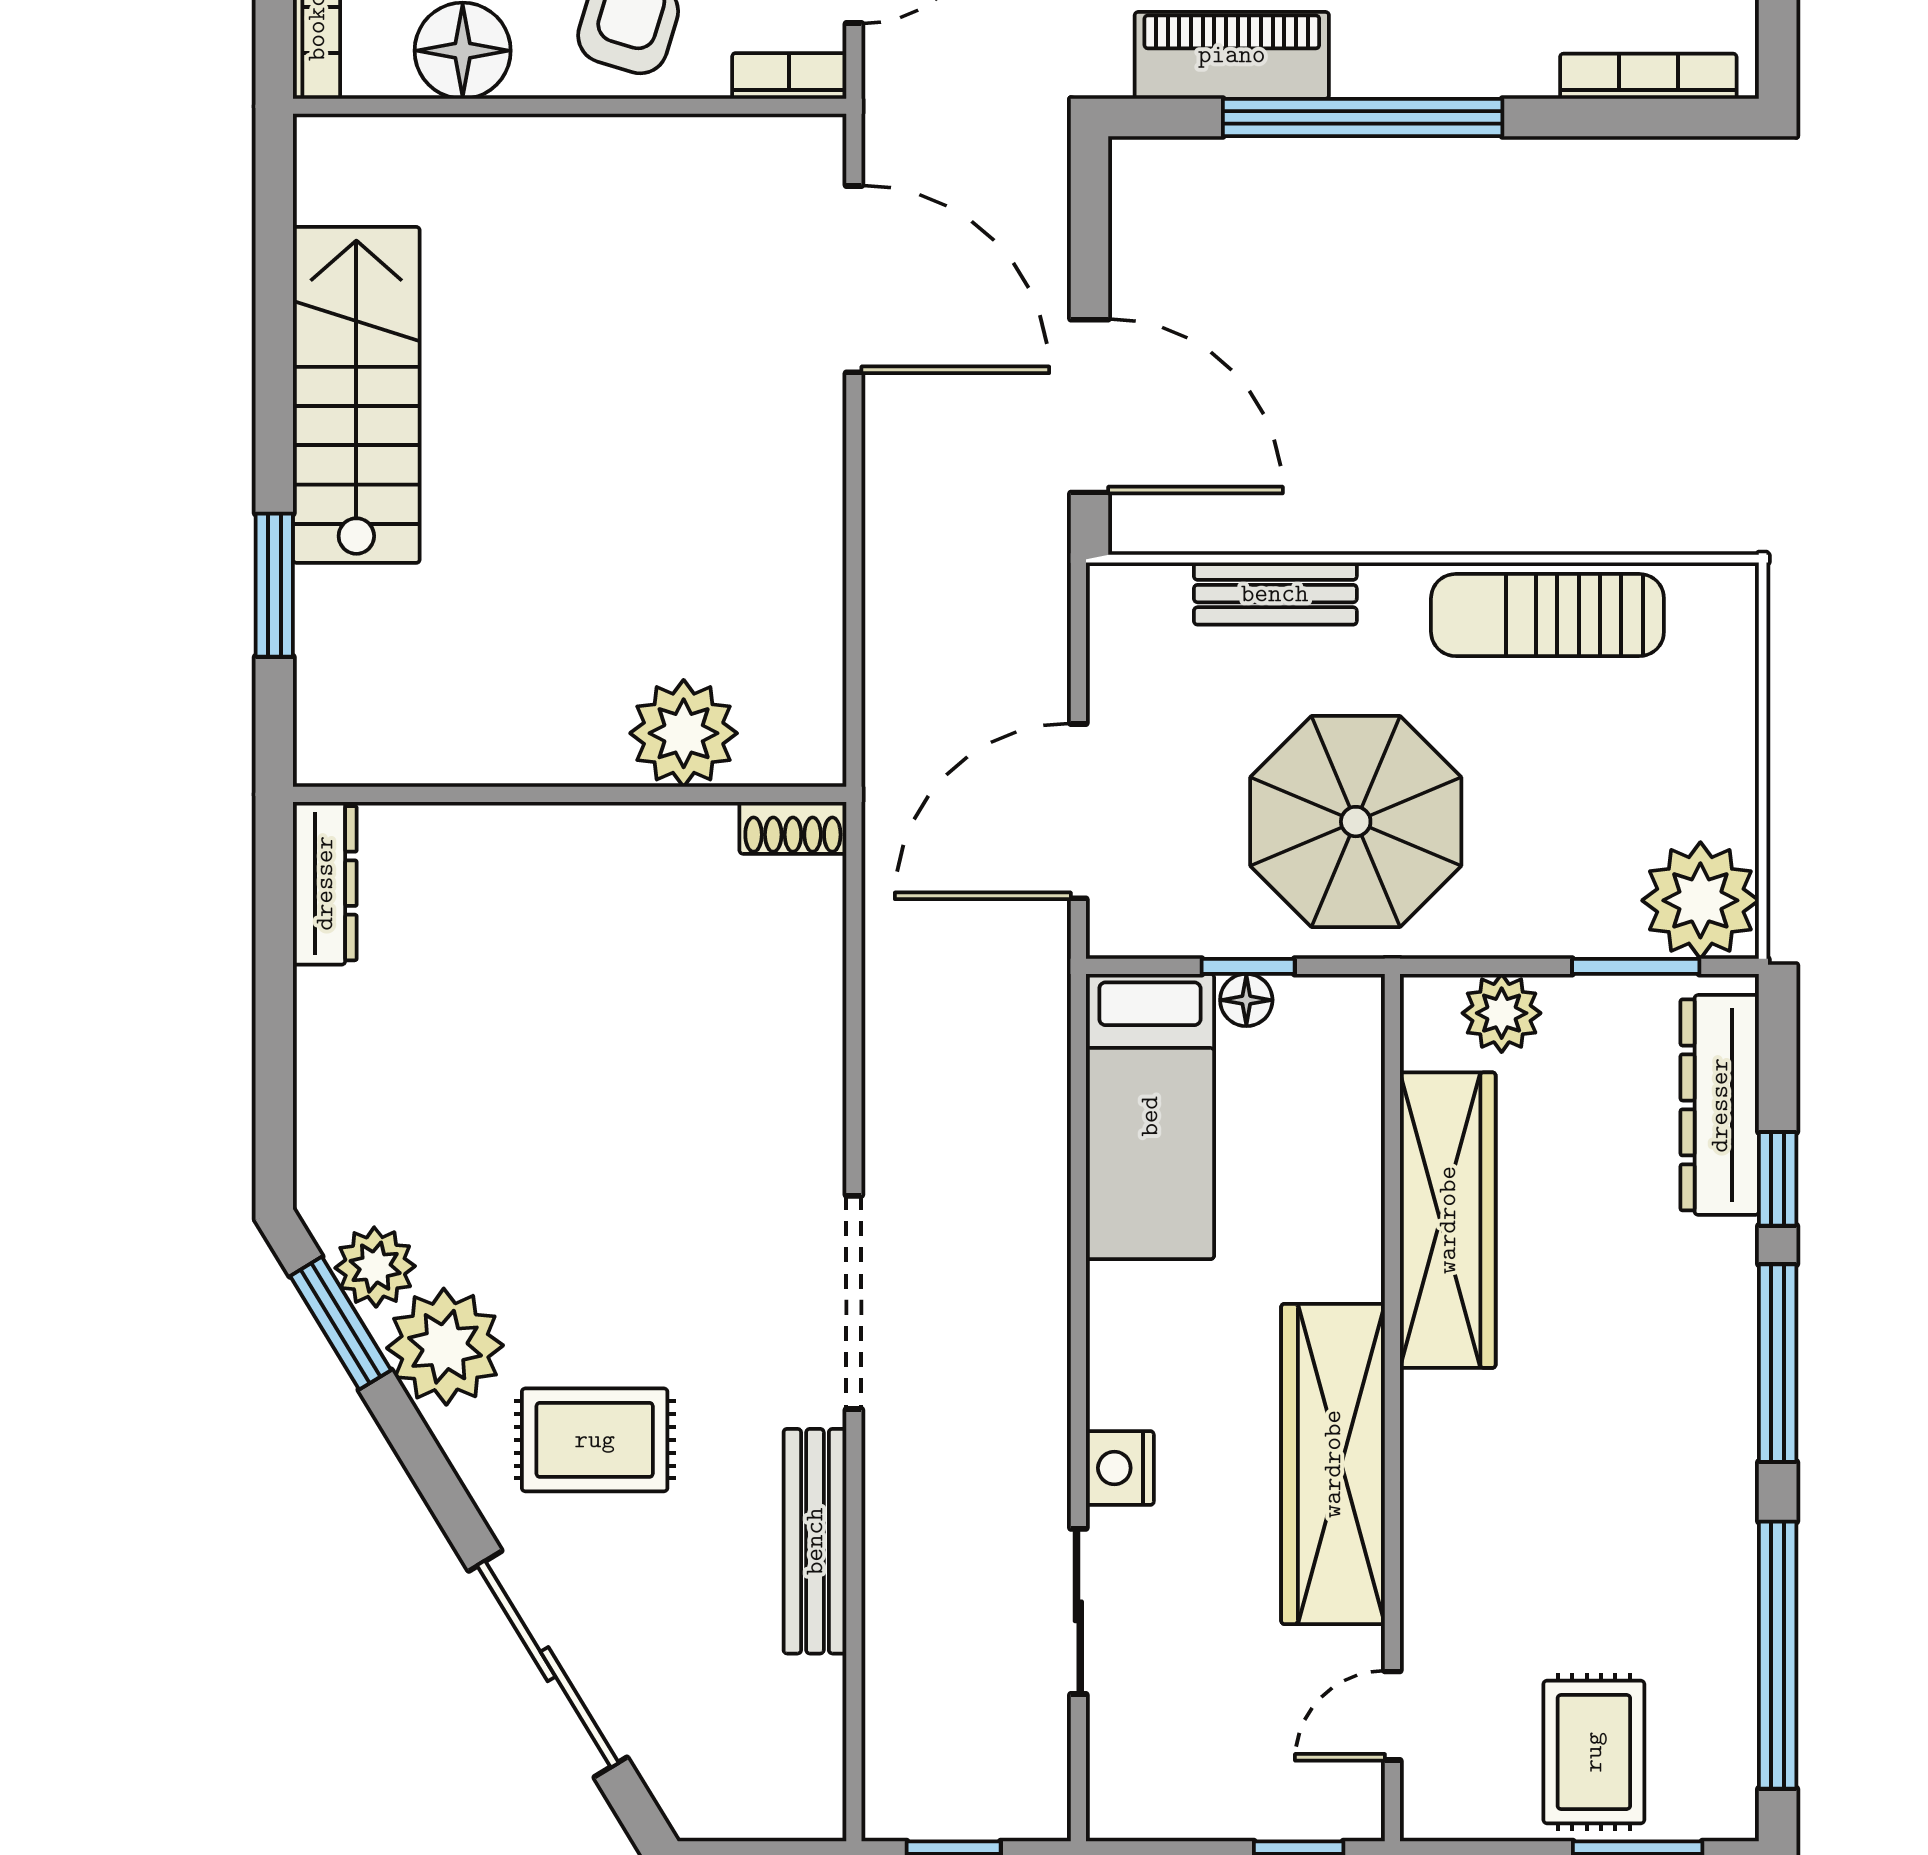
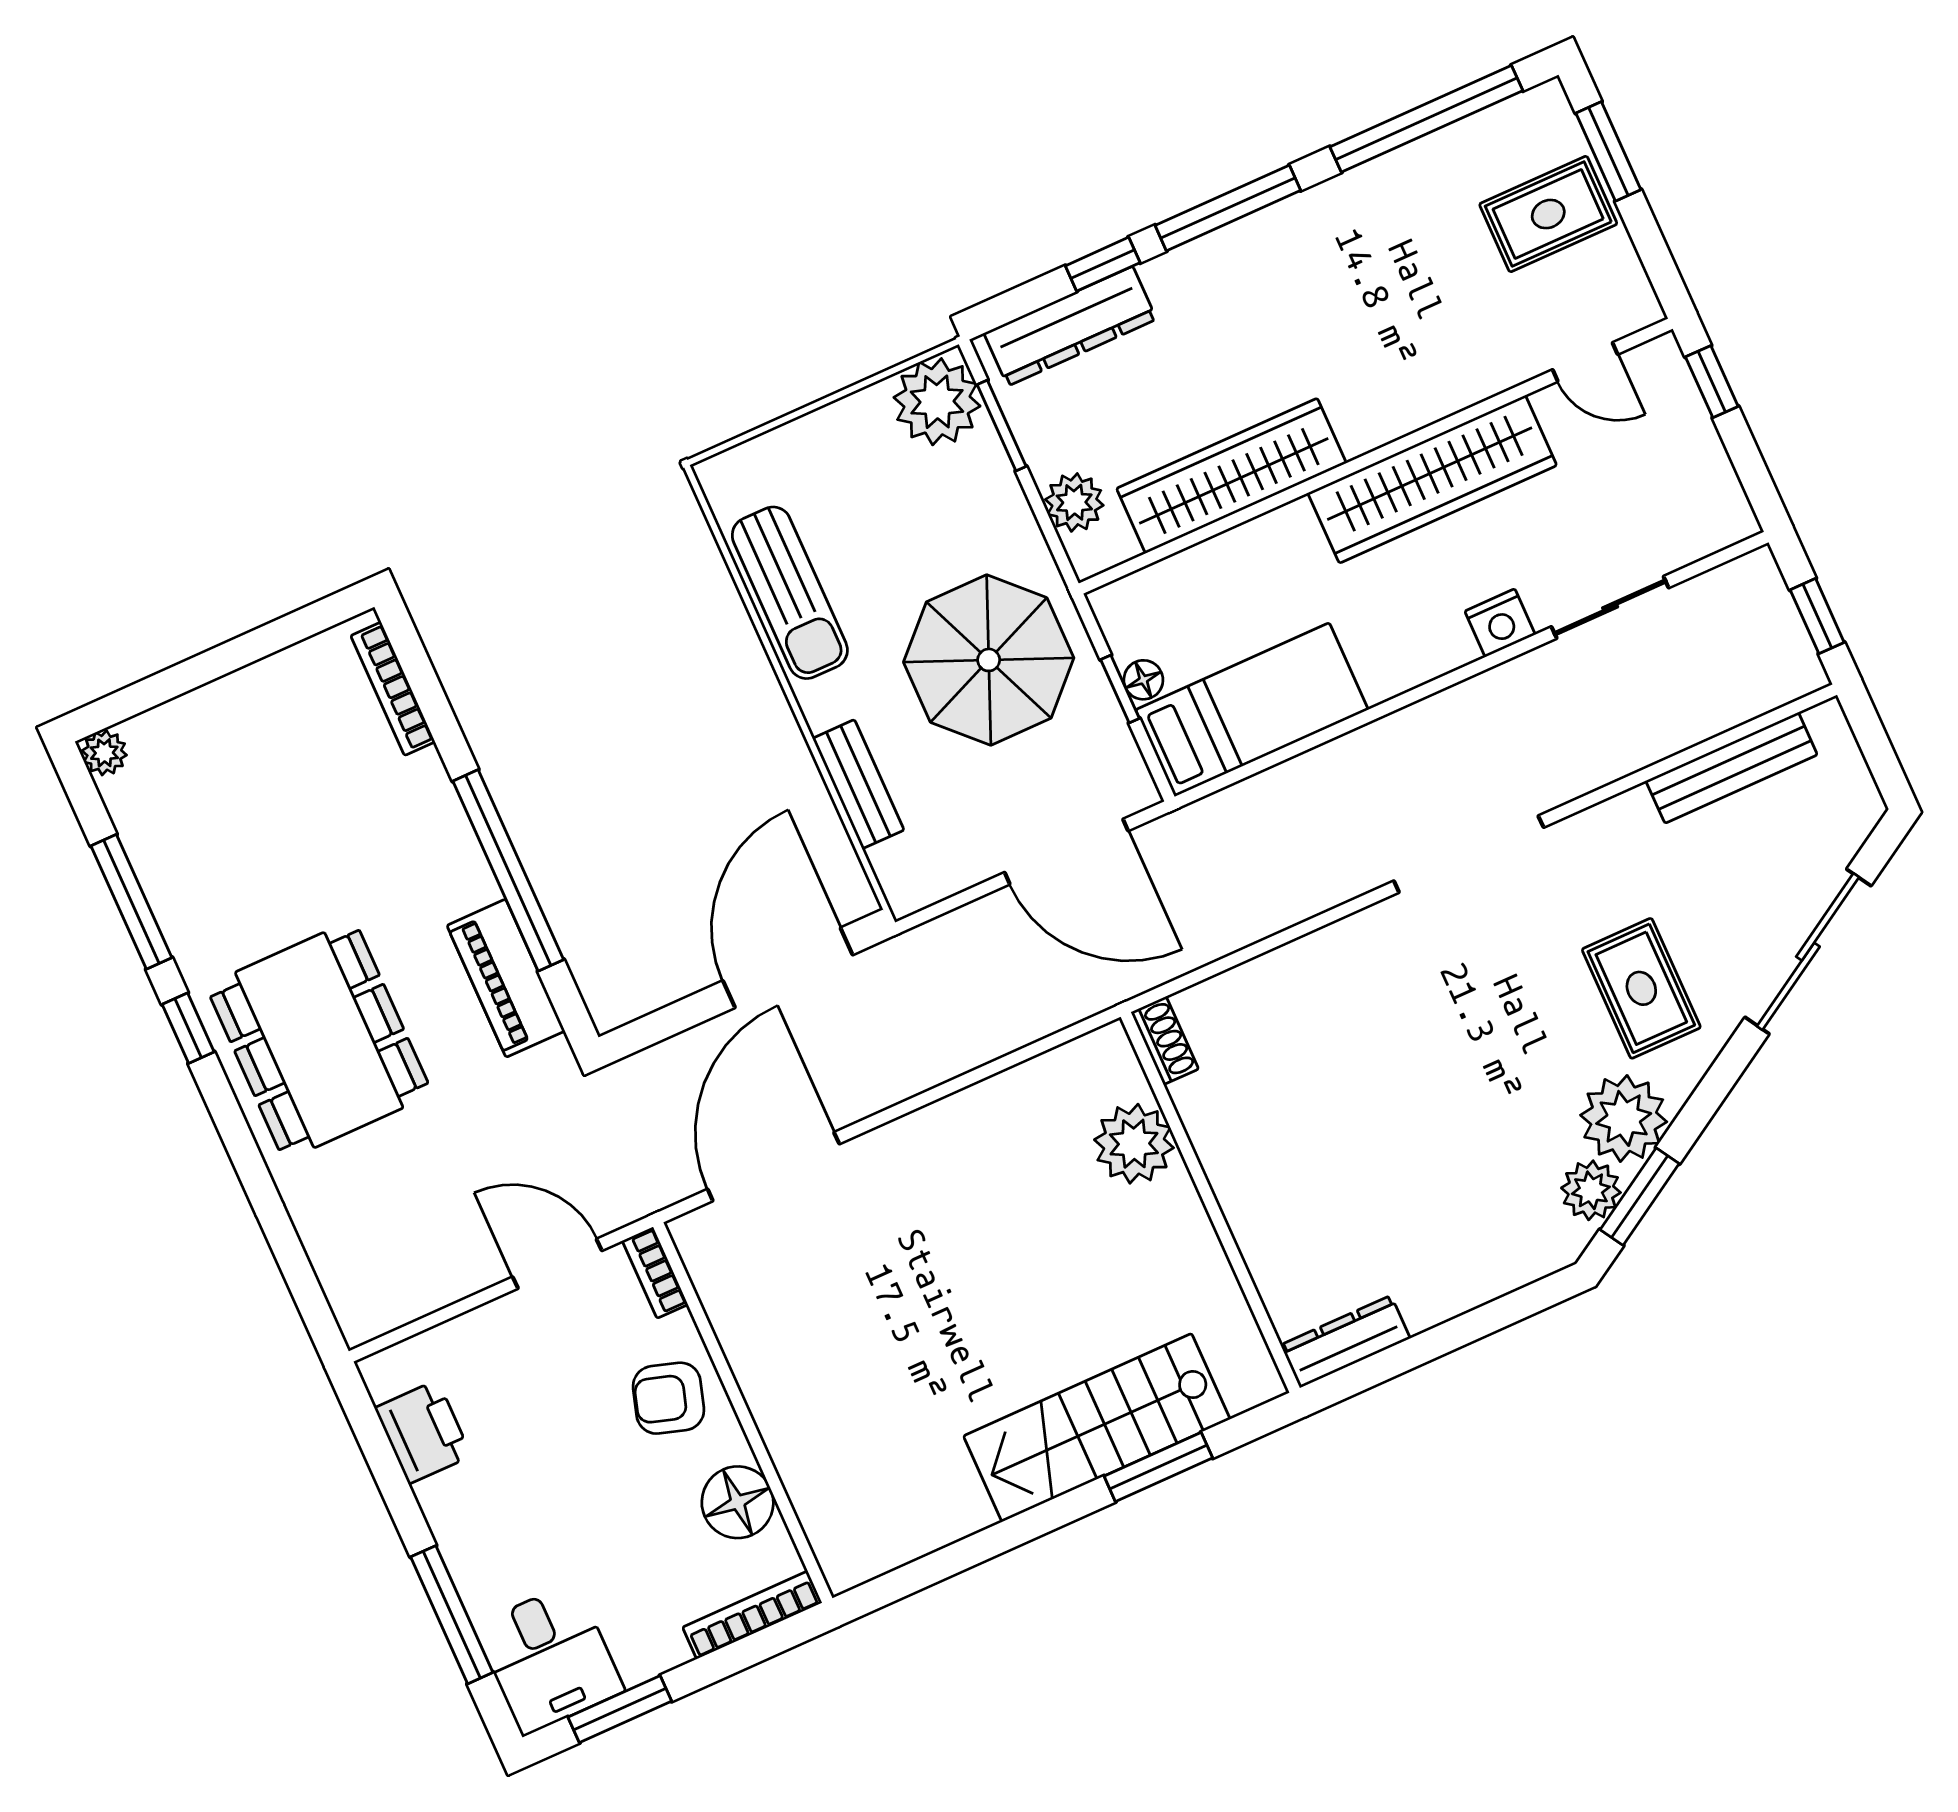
stairs: (356, 395) -> (1097, 1428), moved
bench: (815, 1541) -> (1732, 768), moved

